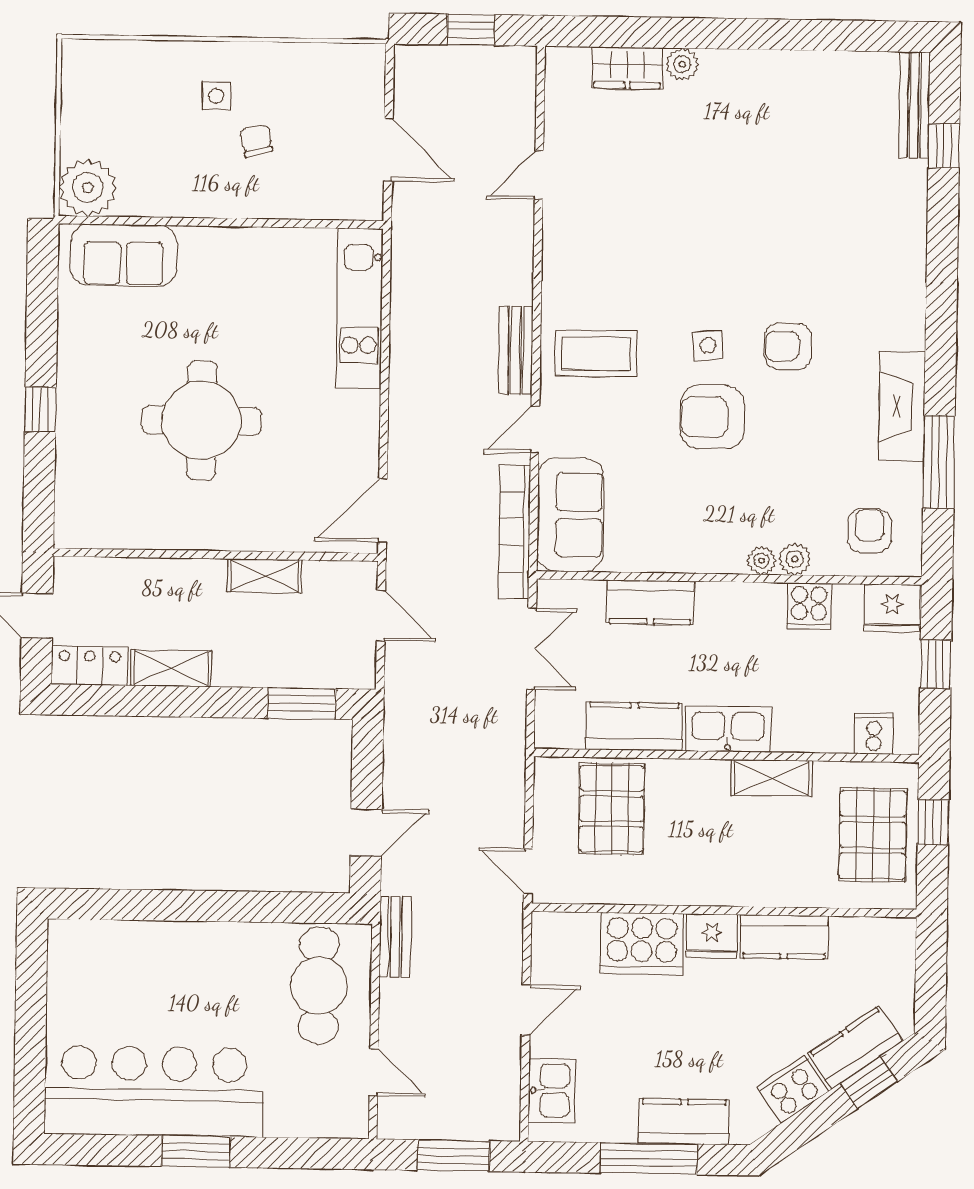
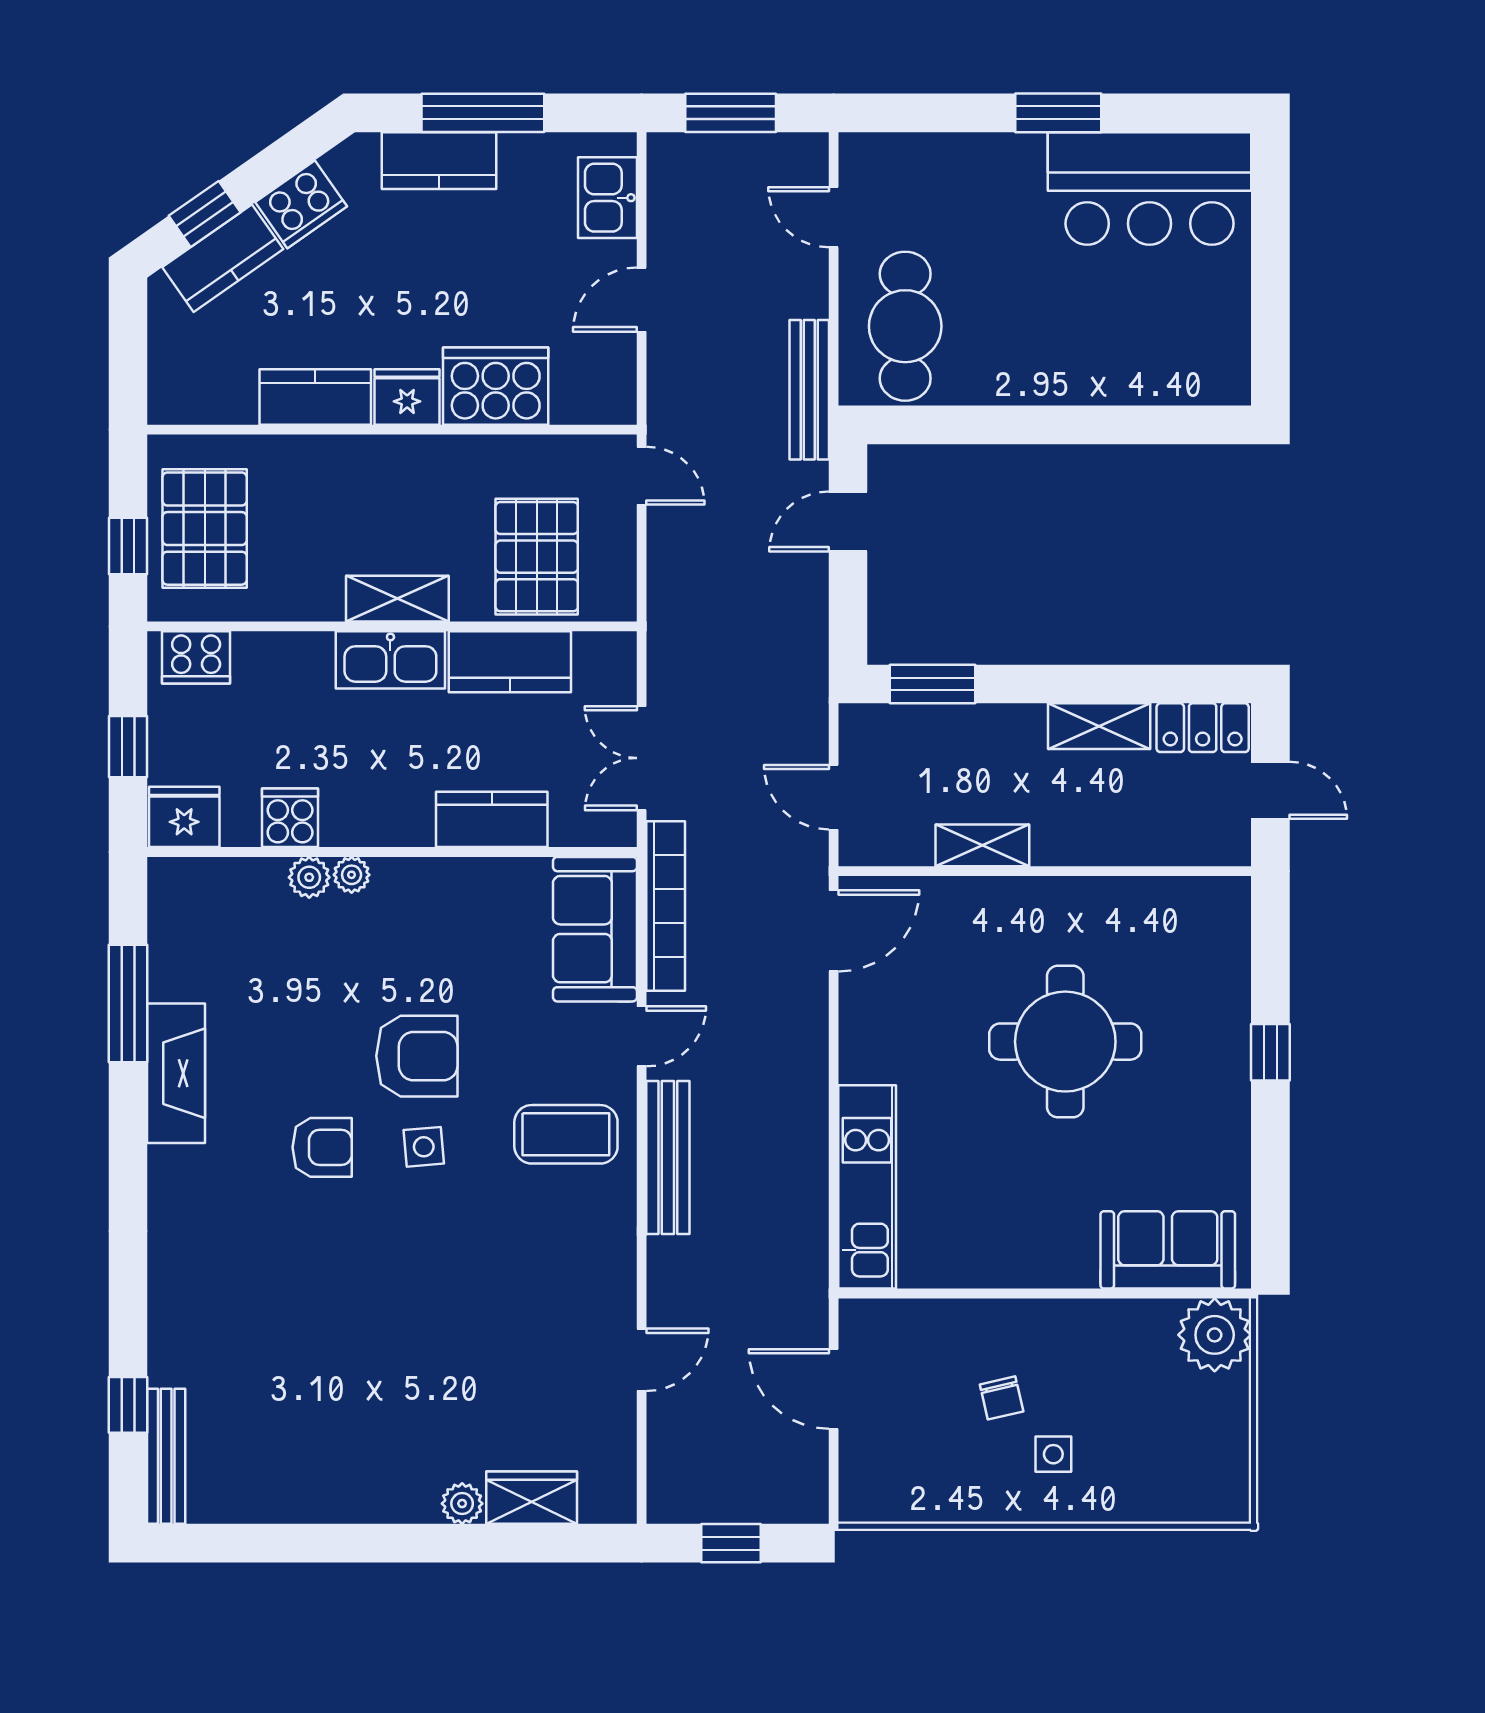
bench: (516, 350) -> (668, 1157), width x1.36
armchair: (869, 530) -> (215, 915), removed
cooker: (874, 733) -> (196, 657), width x1.36
shelving: (772, 778) -> (397, 599), moved
bench: (395, 937) -> (809, 390), width x1.36
bar counter: (154, 1091) -> (1150, 189), width x0.73

